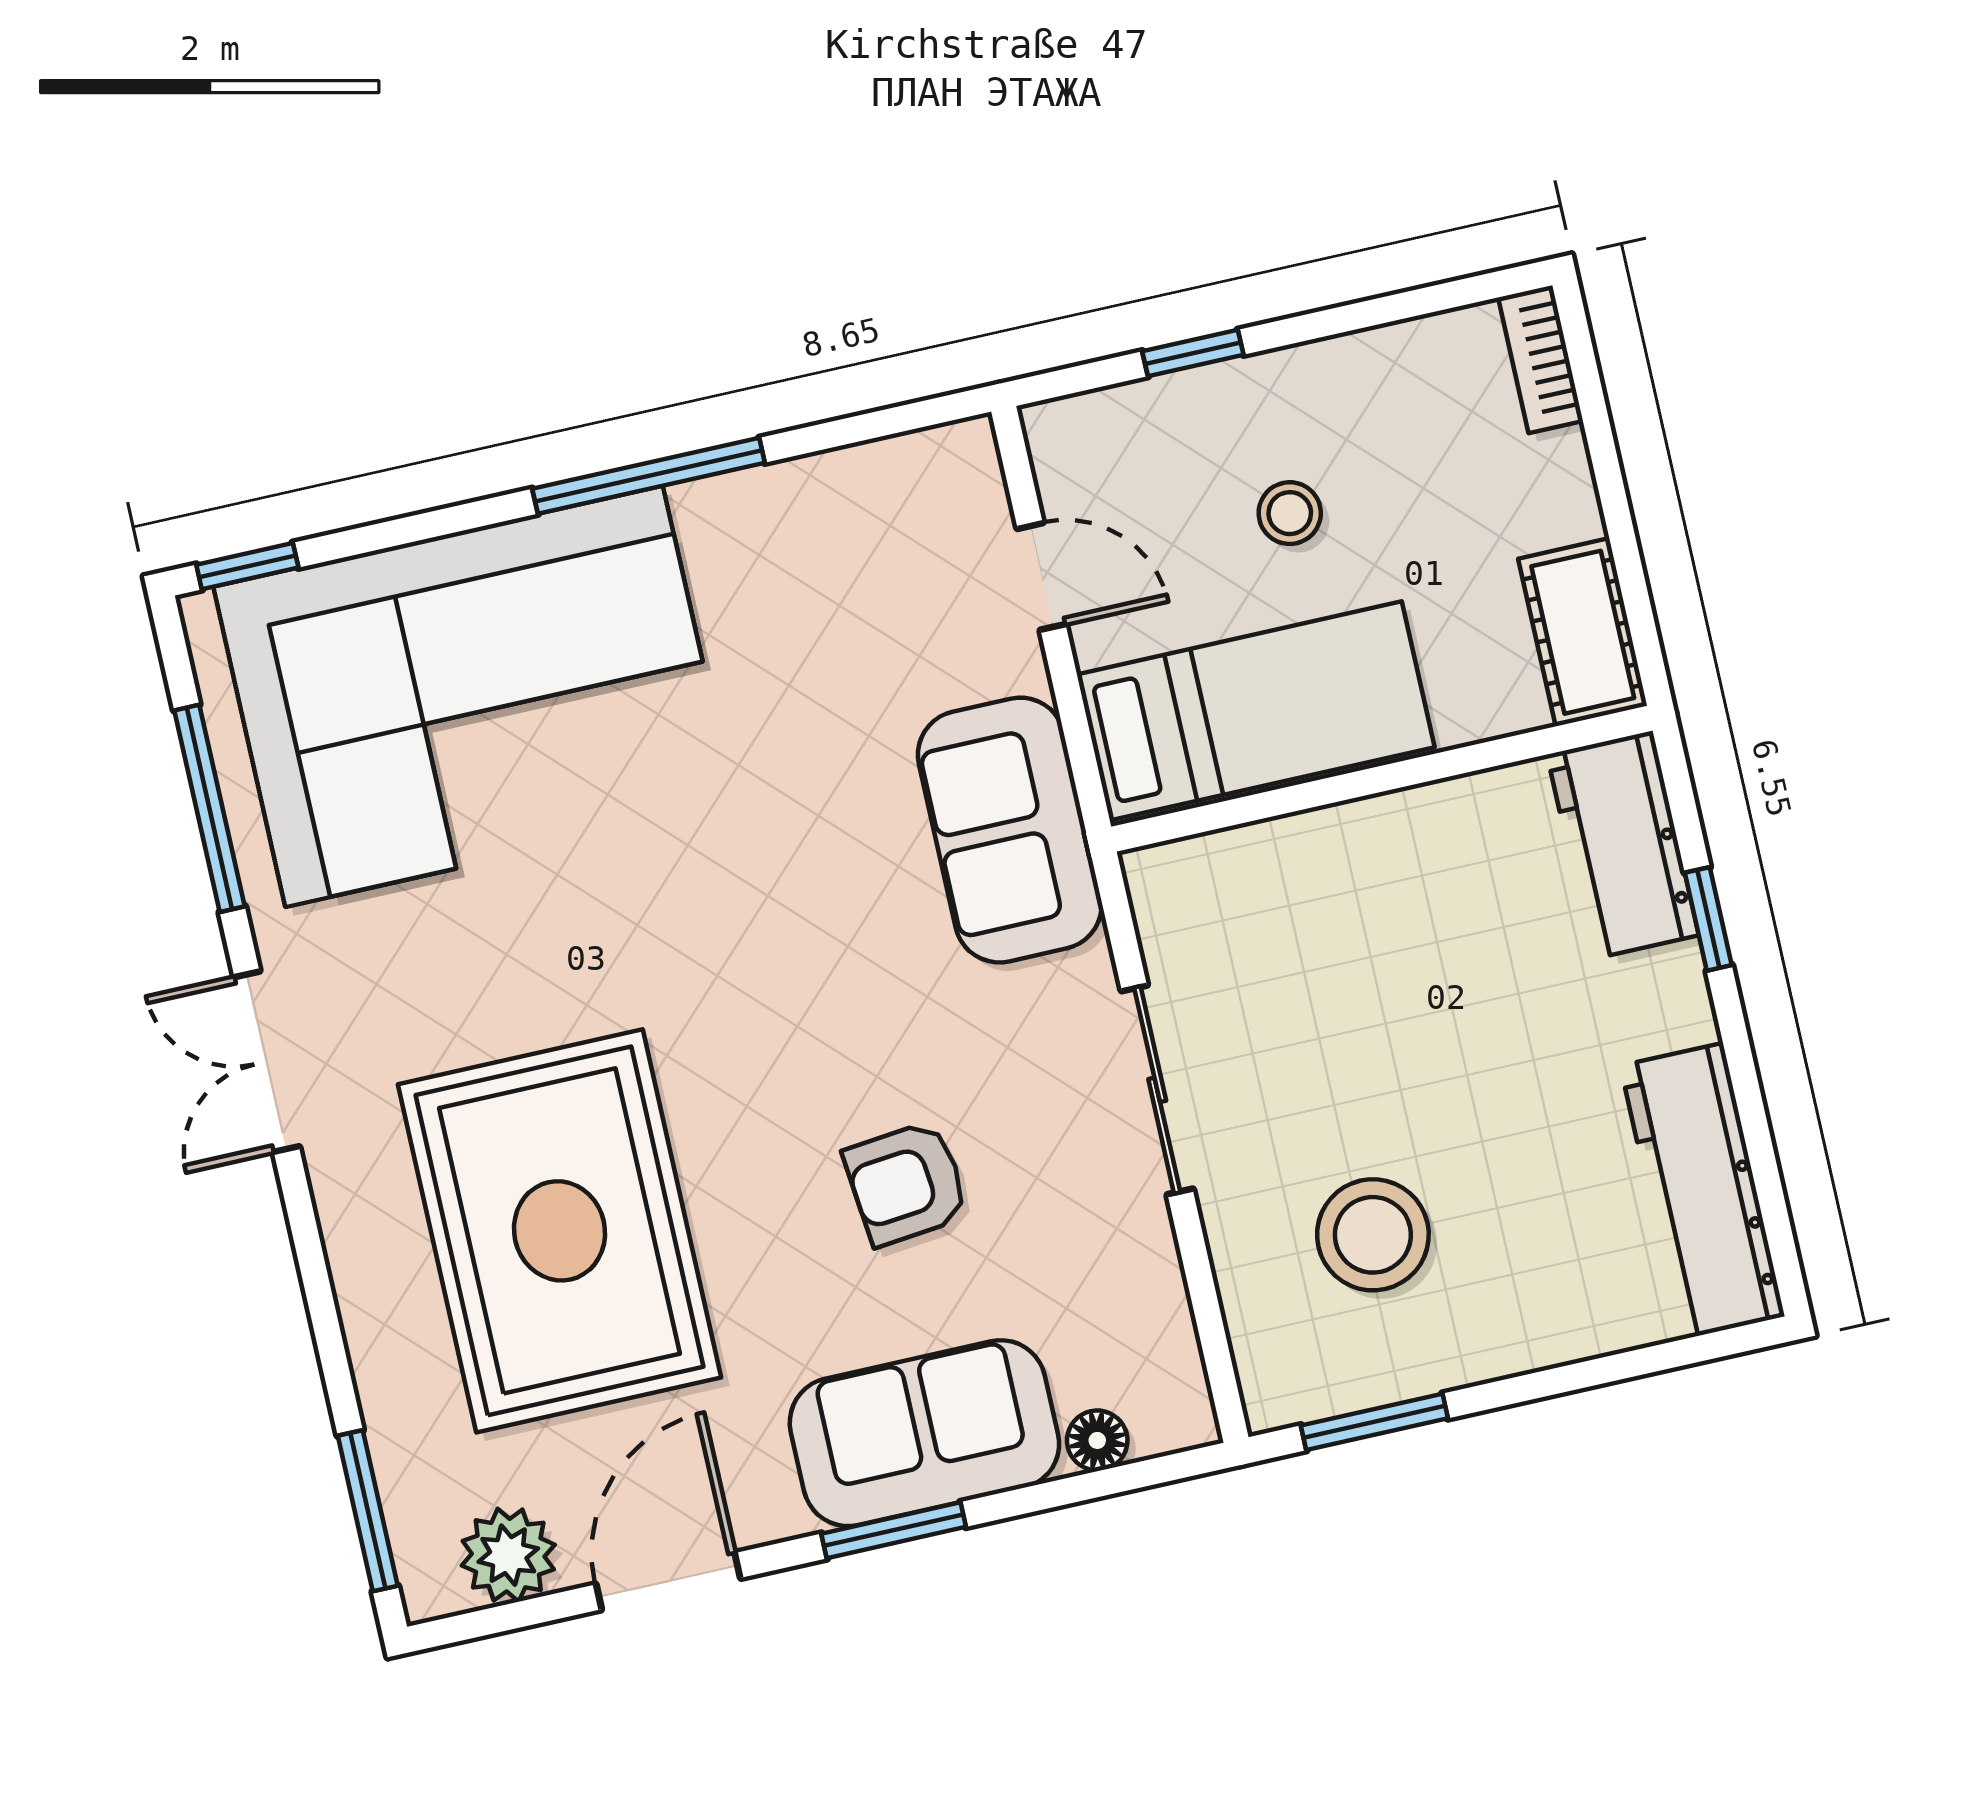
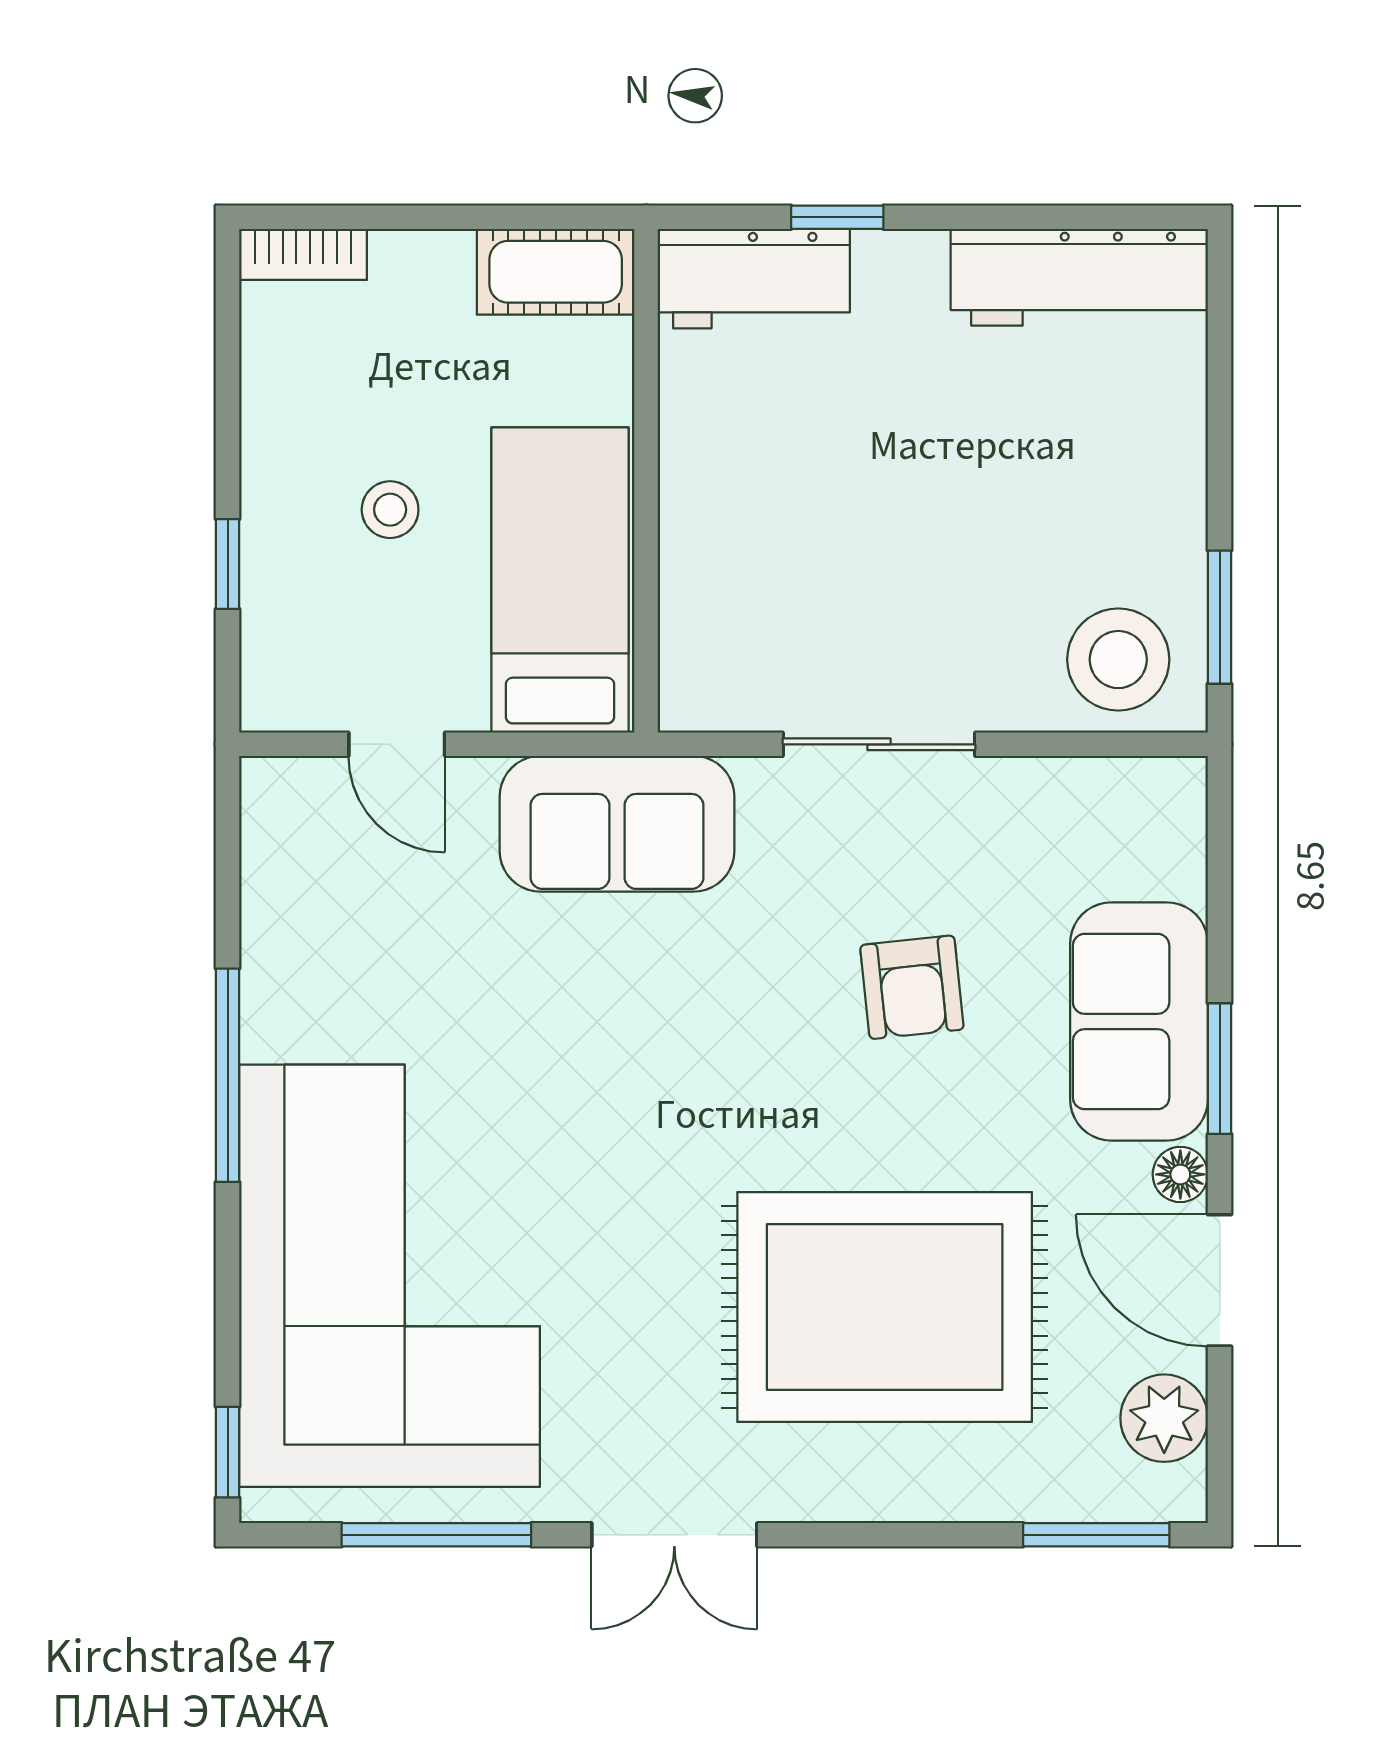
door: (1042, 576) -> (397, 744), swing flipped
stool: (1373, 1235) -> (1118, 660), moved
floor lamp: (1097, 1440) -> (1180, 1174), moved

